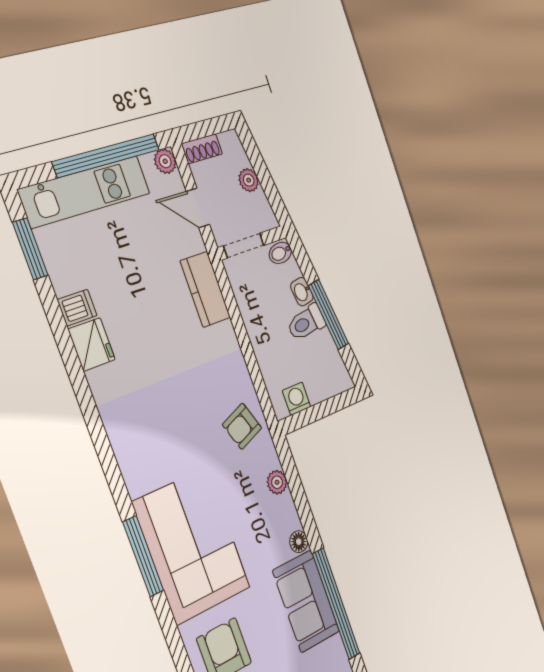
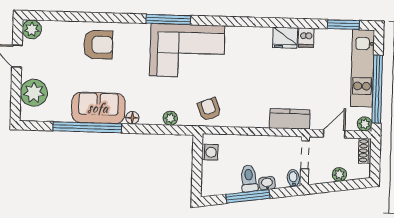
corner sofa: (192, 546) -> (187, 51), moved

